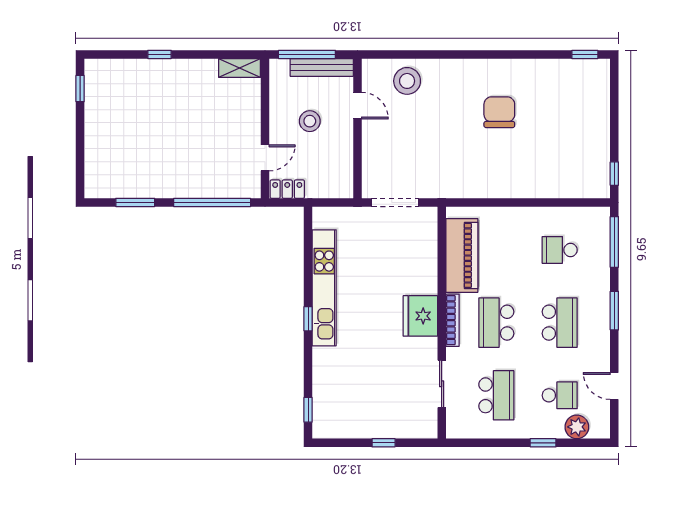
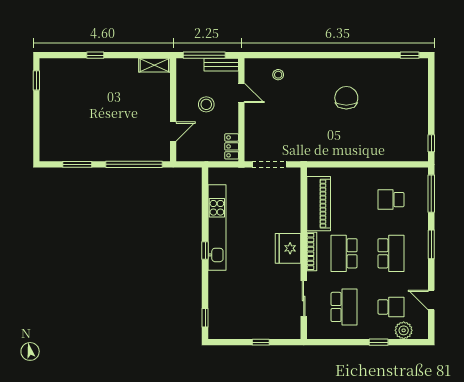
bench: (322, 67) -> (221, 65), width x0.73
stool: (407, 81) -> (278, 75), width x0.53, depth x0.53
locker: (287, 189) -> (232, 146), moved, turned -90

